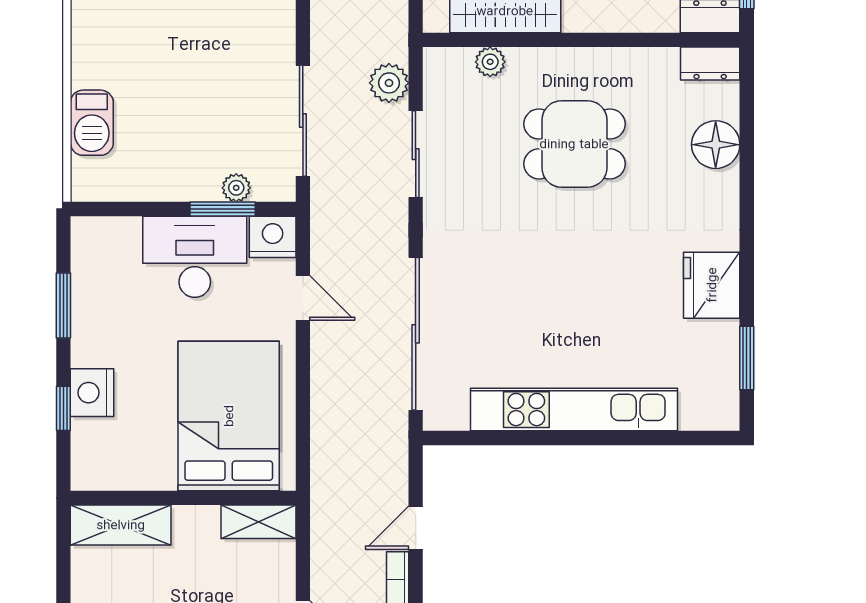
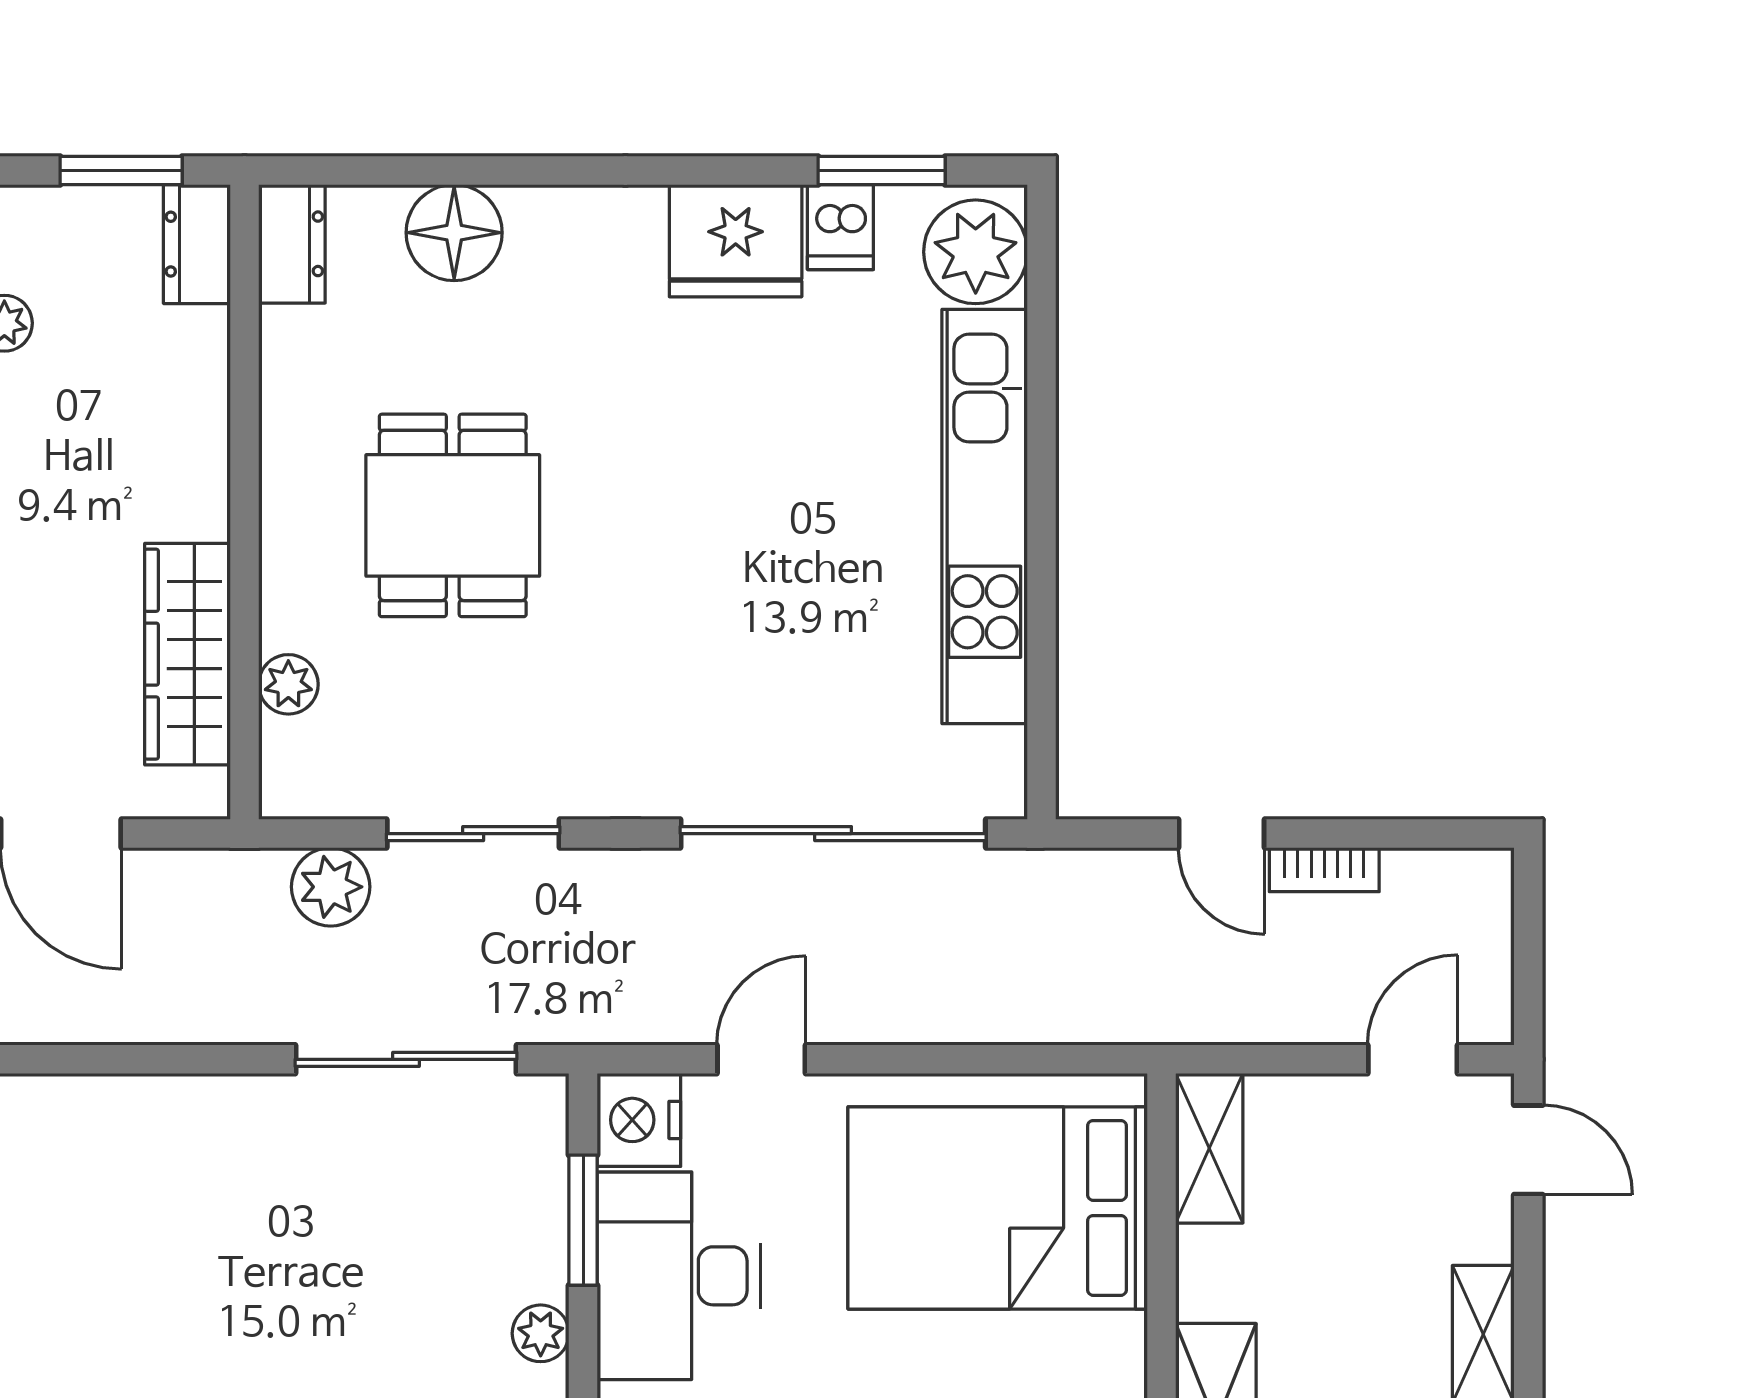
plant: (236, 188) -> (541, 1333), moved
dishwasher: (718, 338) -> (840, 227), added
plant: (706, 405) -> (976, 252), added

